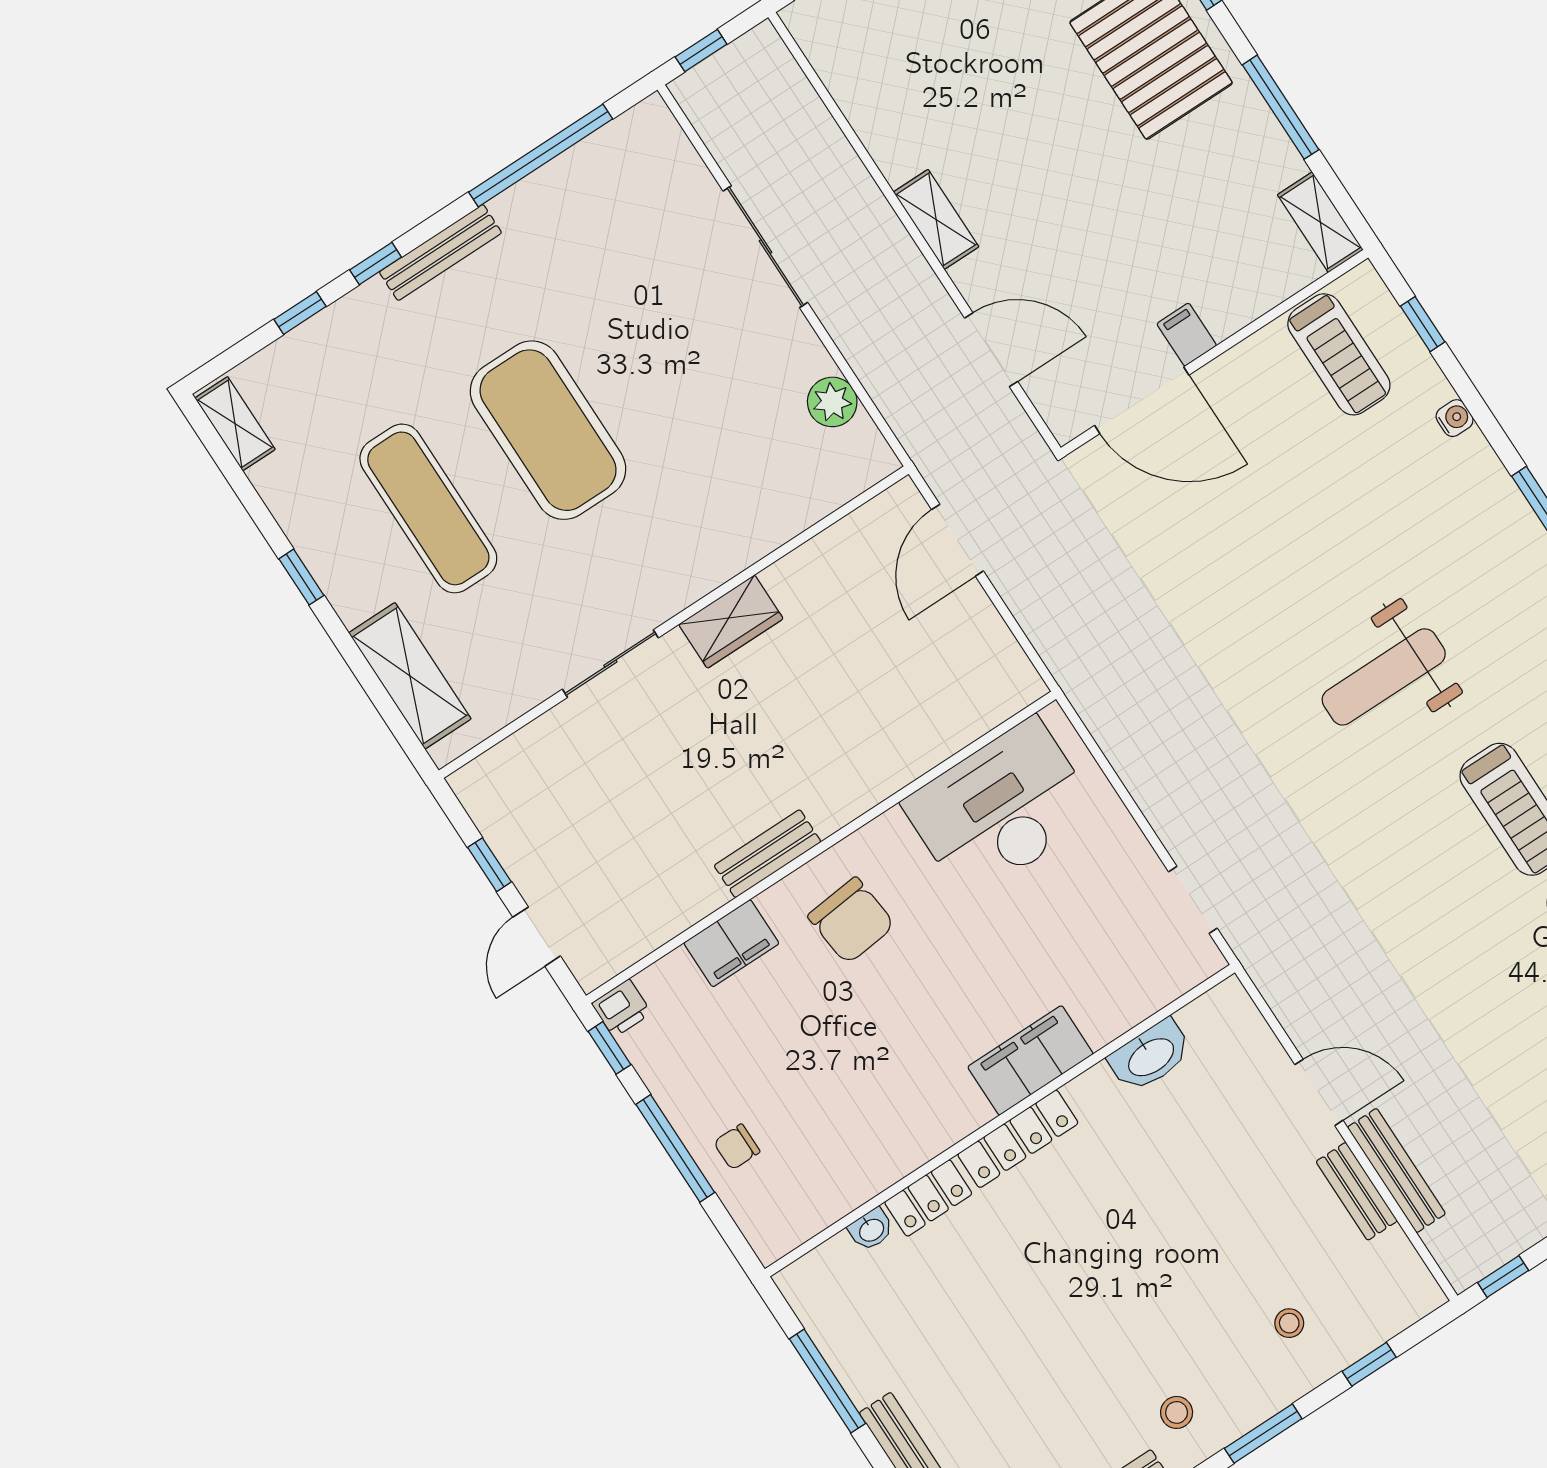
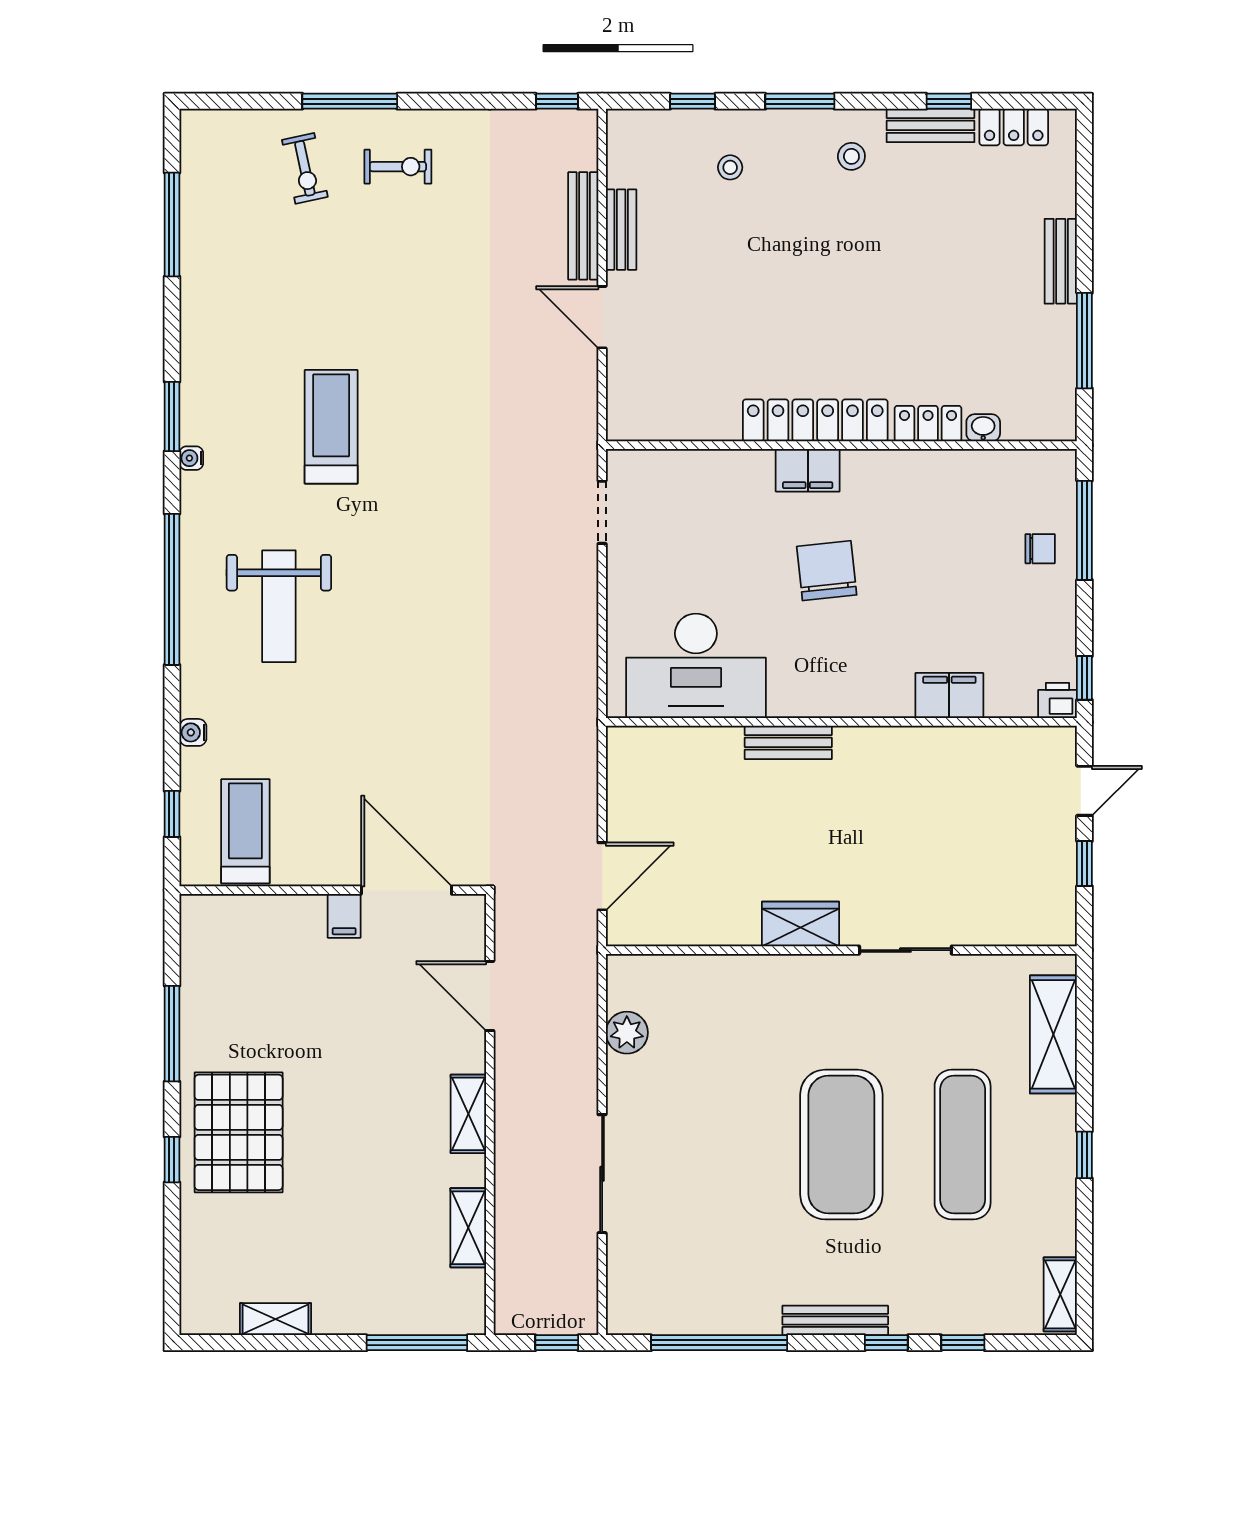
shelving: (1320, 222) -> (468, 1228), moved
weight bench: (1384, 677) -> (279, 606), moved, turned 90
bench: (768, 854) -> (788, 742), moved
chair: (851, 921) -> (827, 571), moved
washbasin: (1150, 1056) -> (705, 421), removed
filing cabinet: (1030, 1060) -> (808, 470), width x0.67, depth x0.86
locker: (1018, 1139) -> (815, 420), width x1.41, depth x1.21
window: (675, 1148) -> (1084, 530), moved

